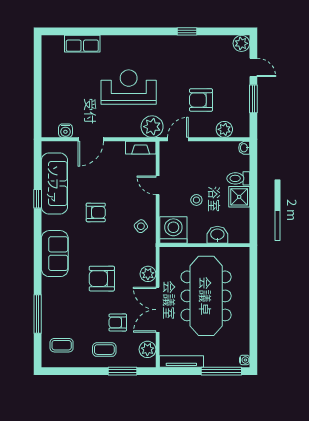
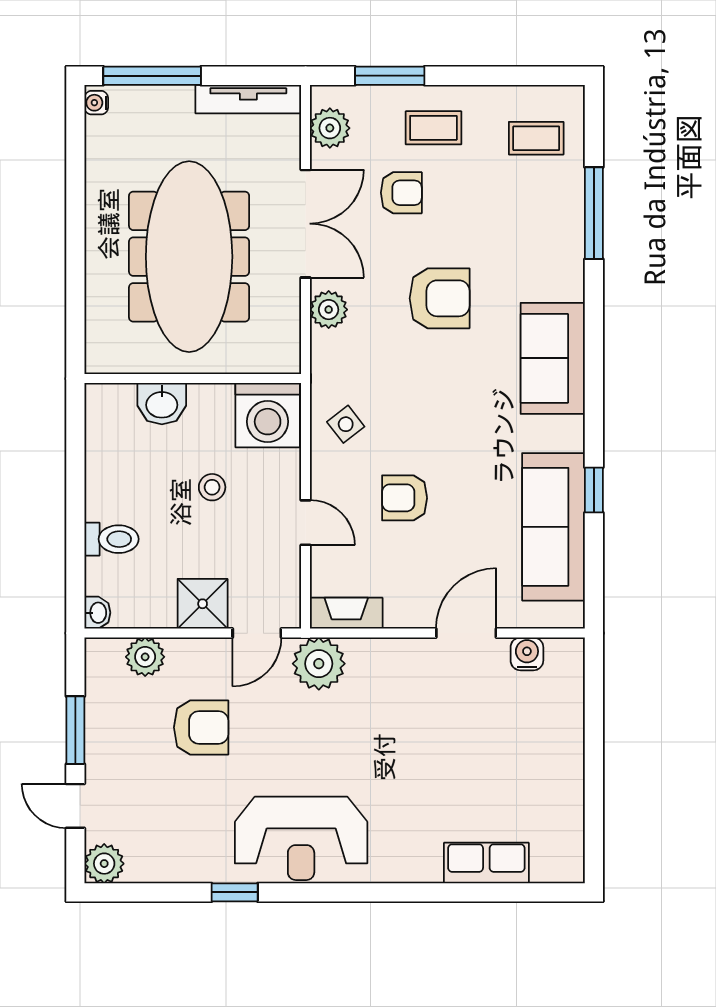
reception desk: (129, 87) -> (301, 838), moved
shower: (239, 197) -> (203, 604), moved
armchair: (96, 212) -> (405, 498), moved

